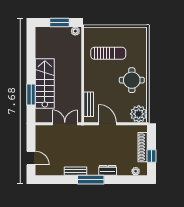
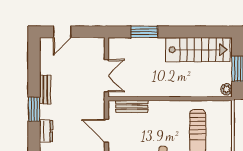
stairs: (45, 84) -> (198, 50), moved
door: (107, 124) -> (106, 131), swing flipped
window: (91, 180) -> (34, 109), width x0.69

